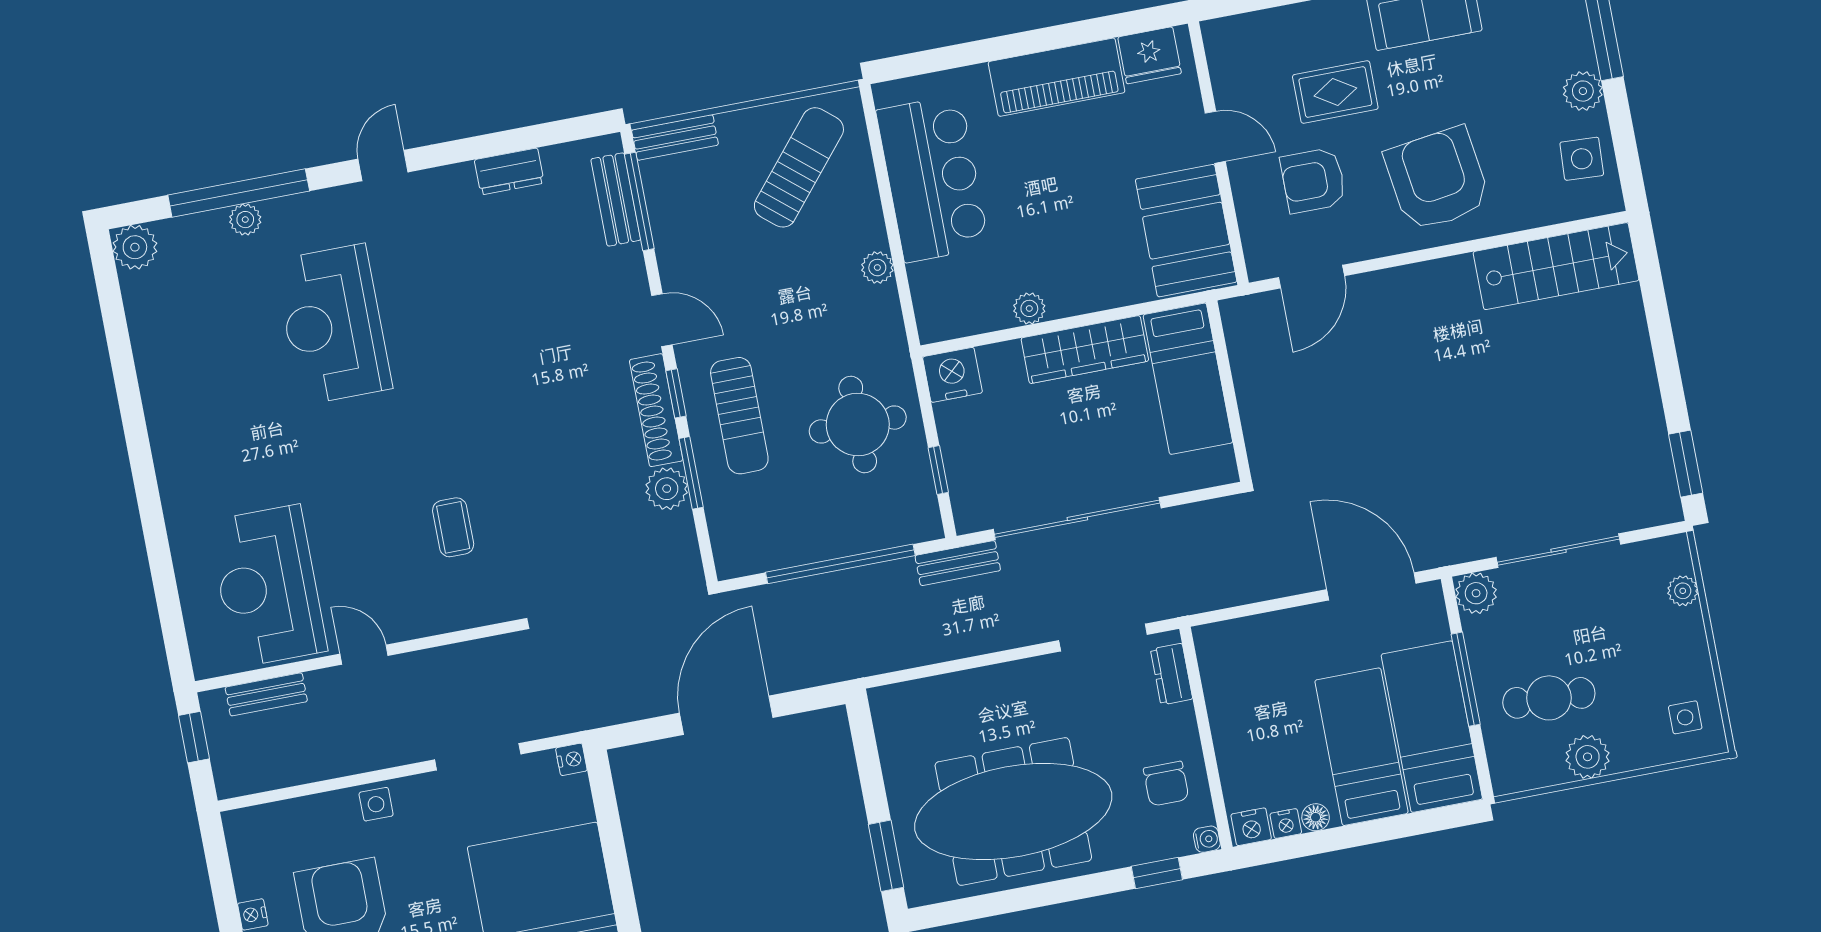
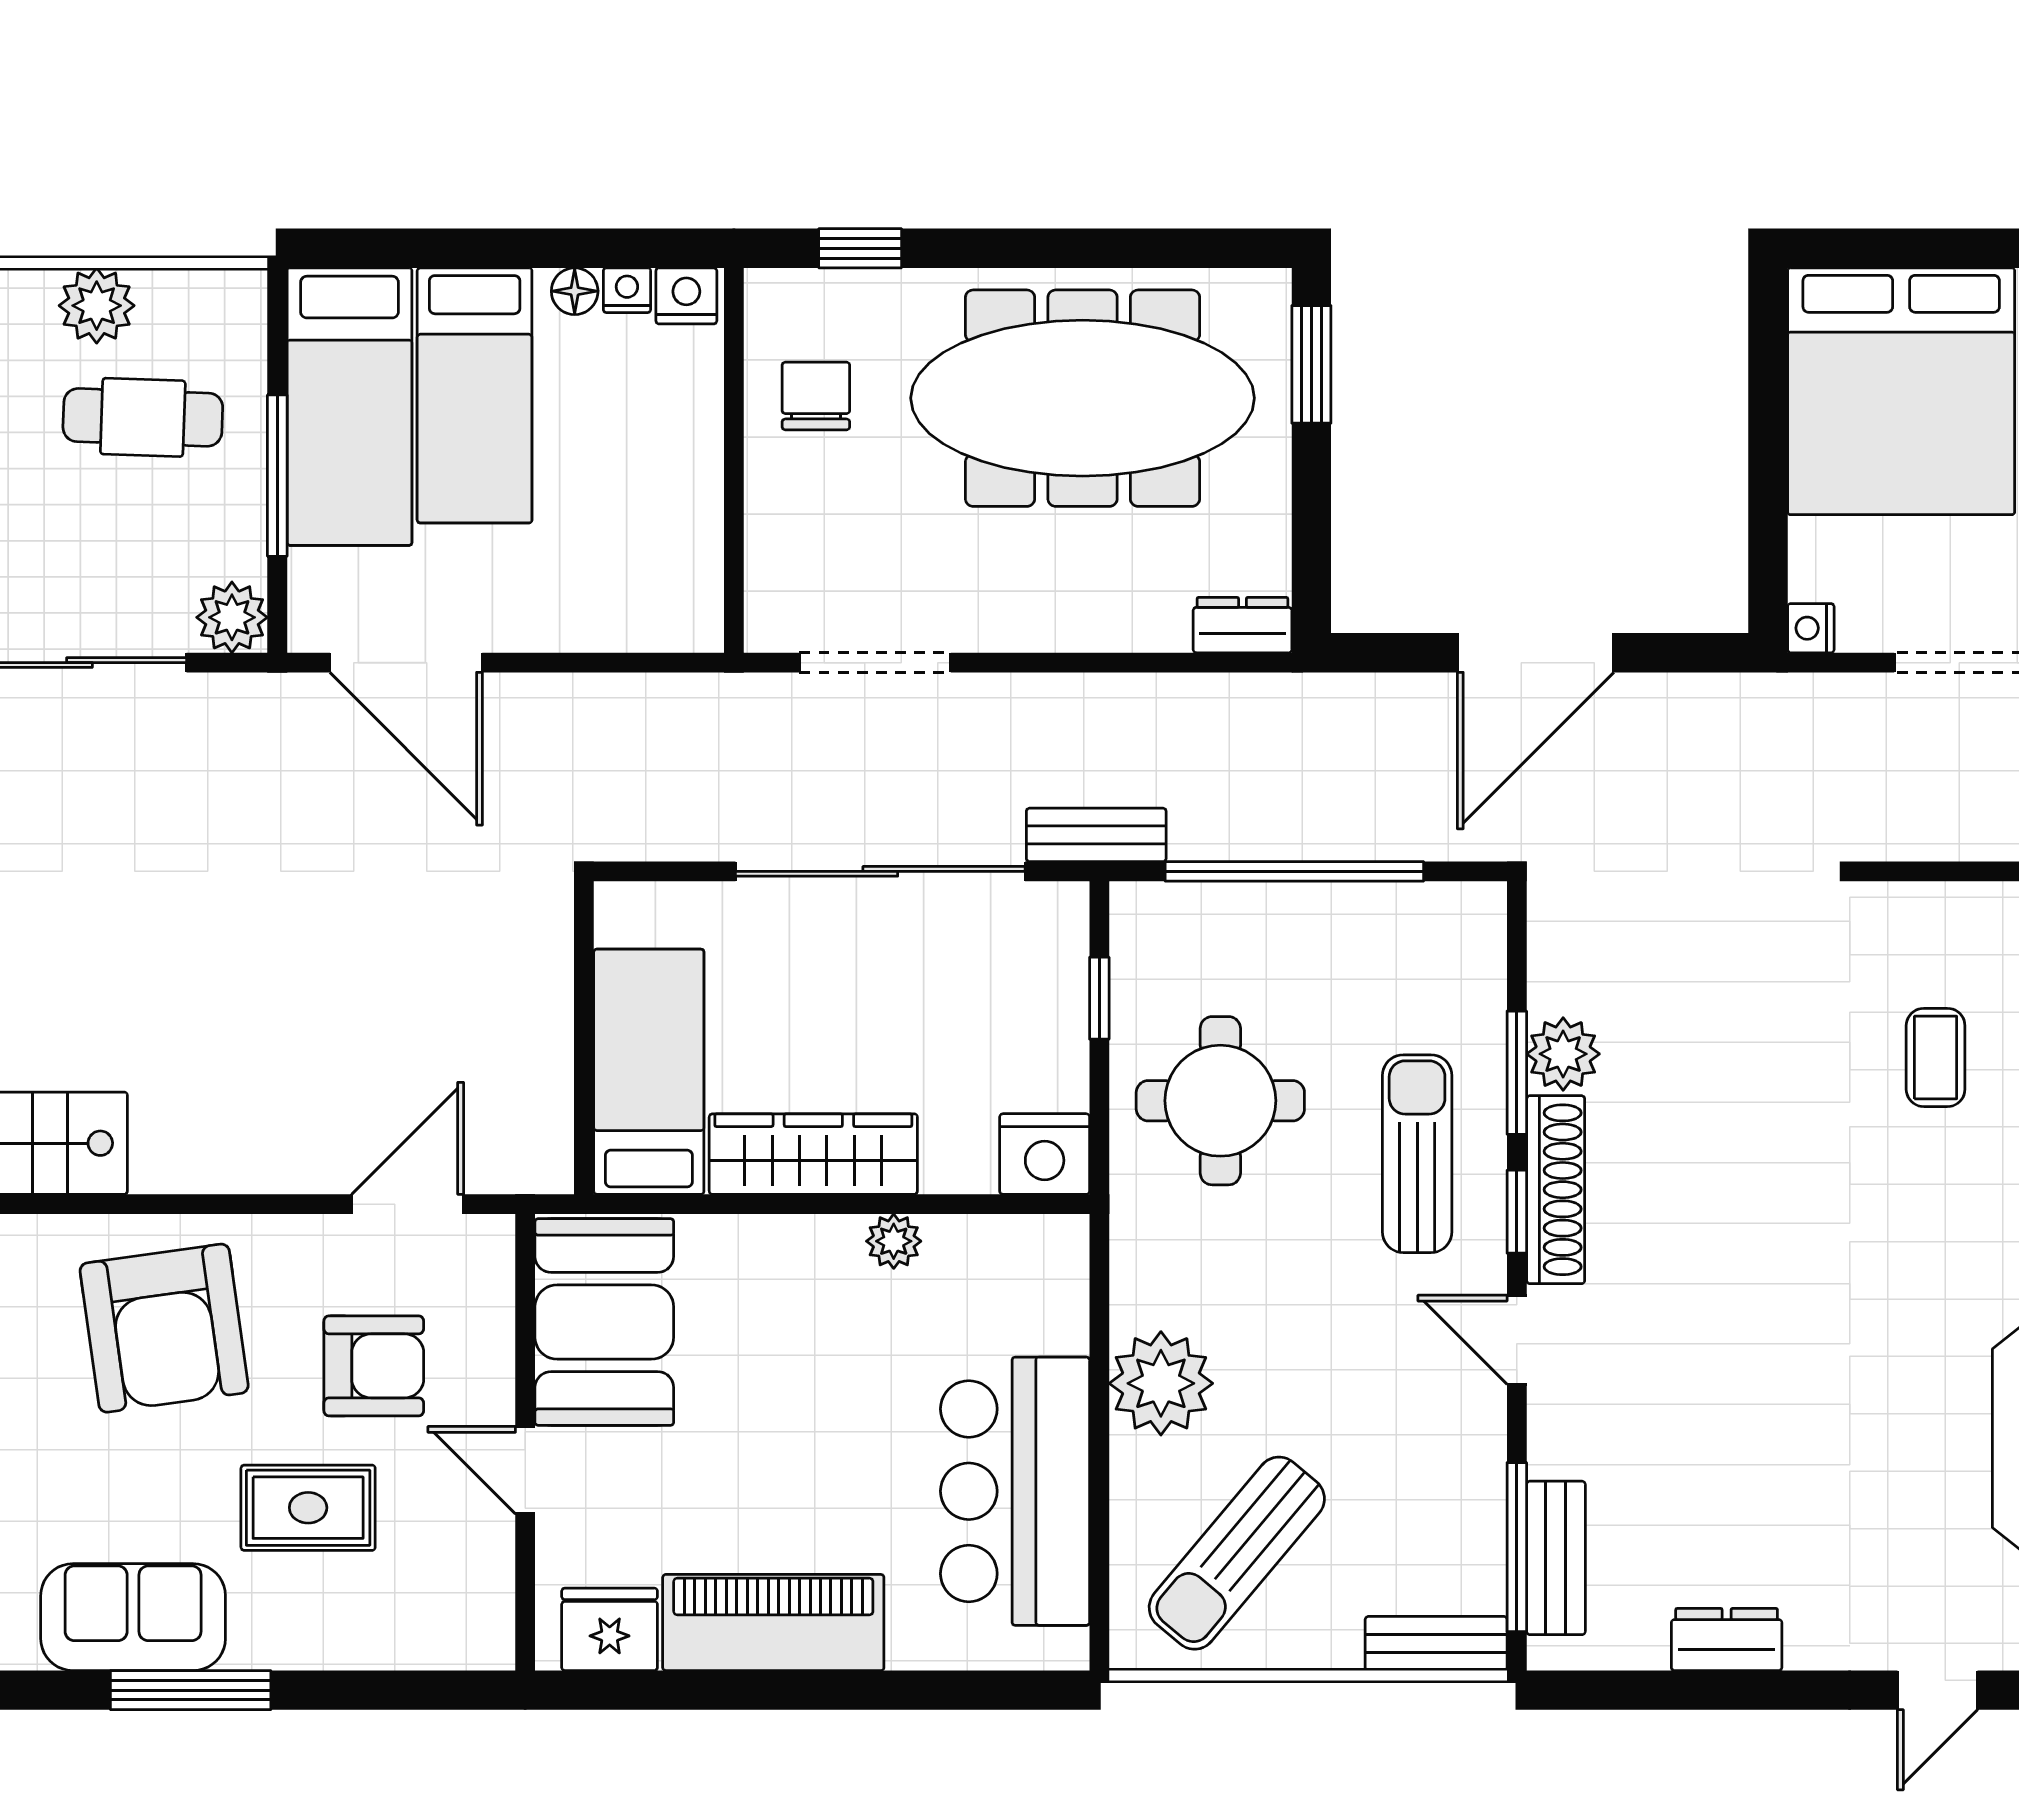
plant: (877, 268) -> (1161, 1383), width x1.87, depth x1.87
dresser: (1172, 674) -> (1242, 625), moved, turned -90
water cooler: (1207, 839) -> (765, 289), removed

